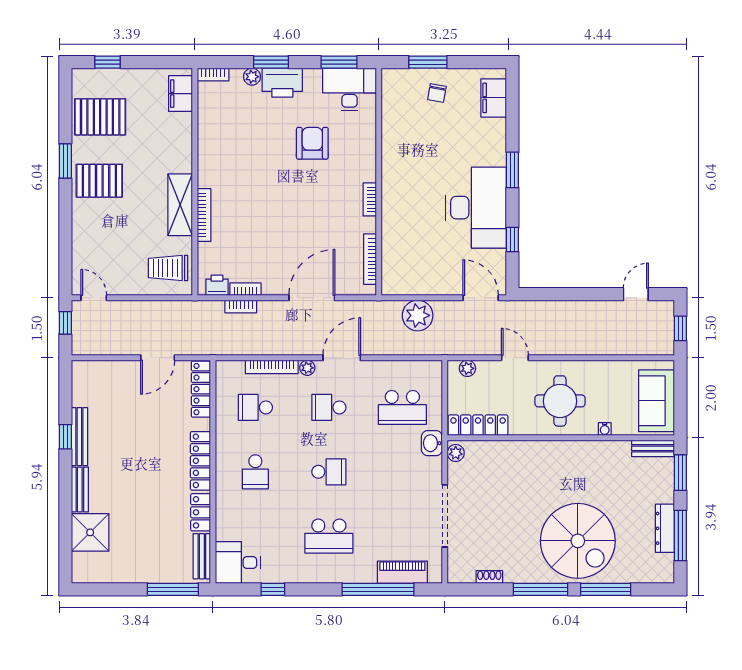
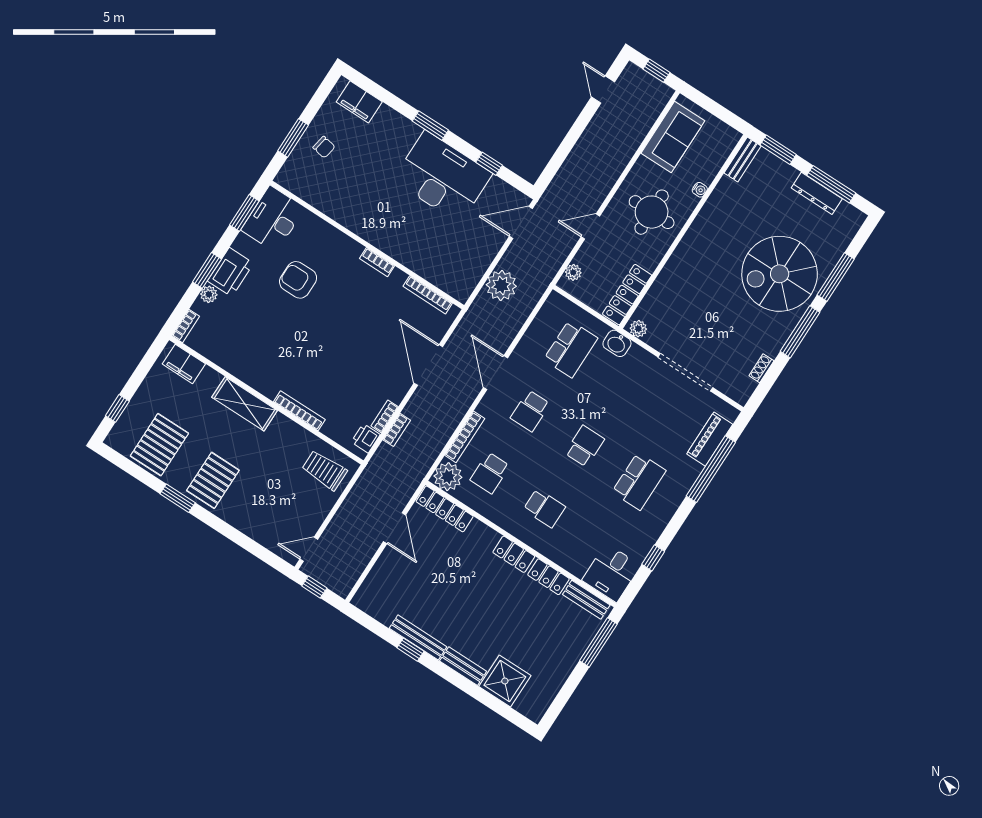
shelving: (180, 205) -> (245, 404), moved
trolley: (168, 268) -> (324, 470), turned 90
plant: (307, 368) -> (448, 477), moved, width x1.87, depth x1.87
sofa: (656, 401) -> (673, 137), moved, turned -90
locker: (200, 461) -> (514, 554), width x0.66
spiral stairs: (578, 541) -> (780, 274), turned 180

